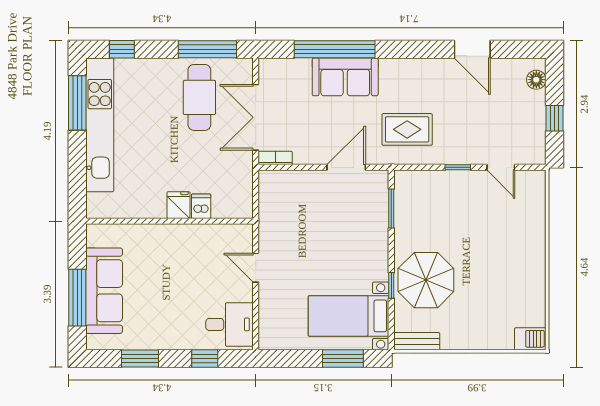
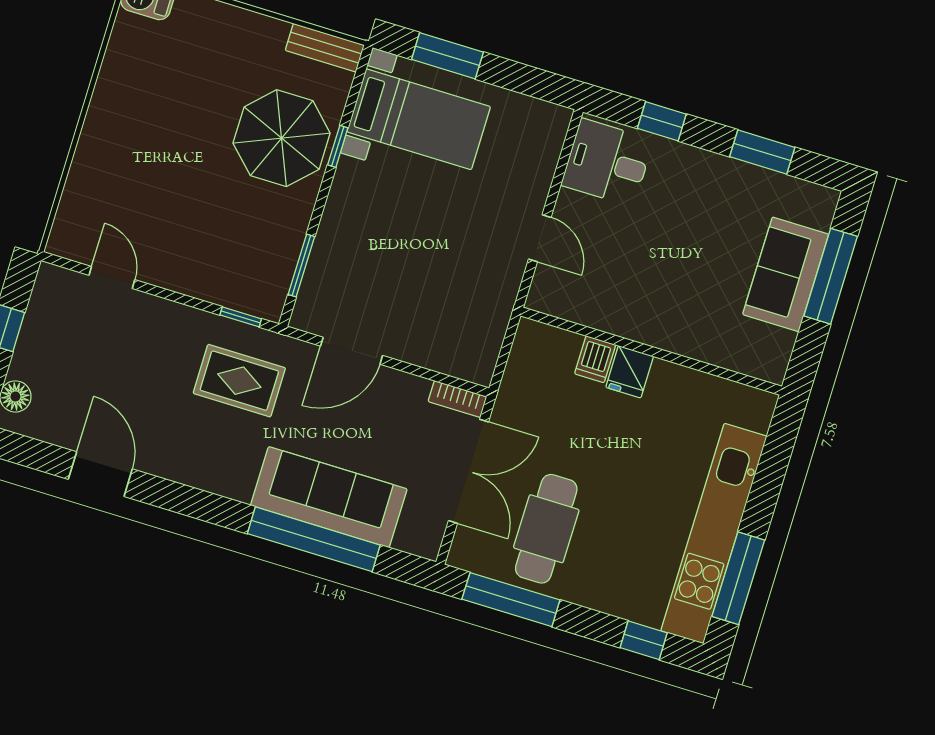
sofa: (345, 77) -> (329, 497), width x1.36
window: (458, 167) -> (241, 317), moved
sofa: (104, 291) -> (786, 274), width x0.73

